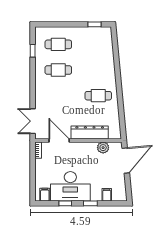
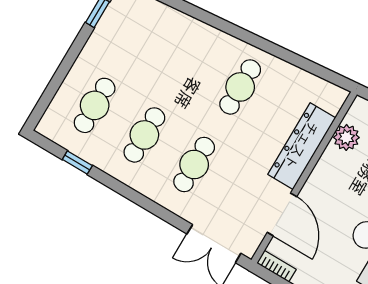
cafe table: (58, 96) -> (194, 165), added
door: (59, 140) -> (282, 215), swing flipped

